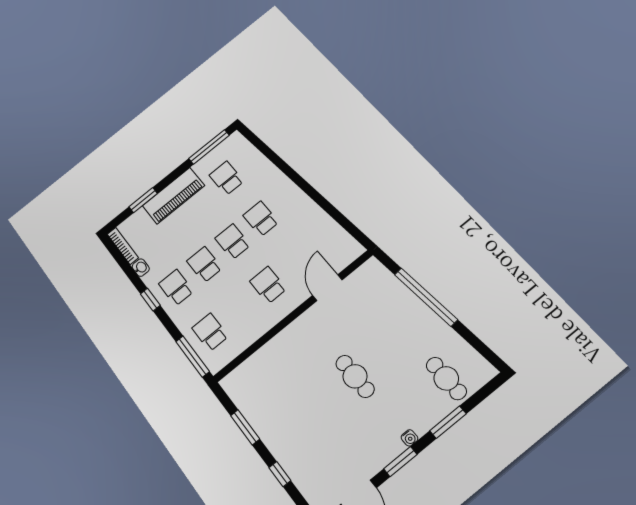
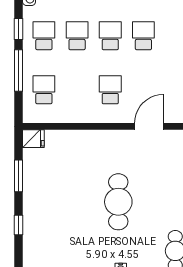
window: (193, 356) -> (19, 71), moved
cafe table: (355, 376) -> (118, 202), width x1.37, depth x1.35
fridge: (233, 382) -> (33, 139), added

